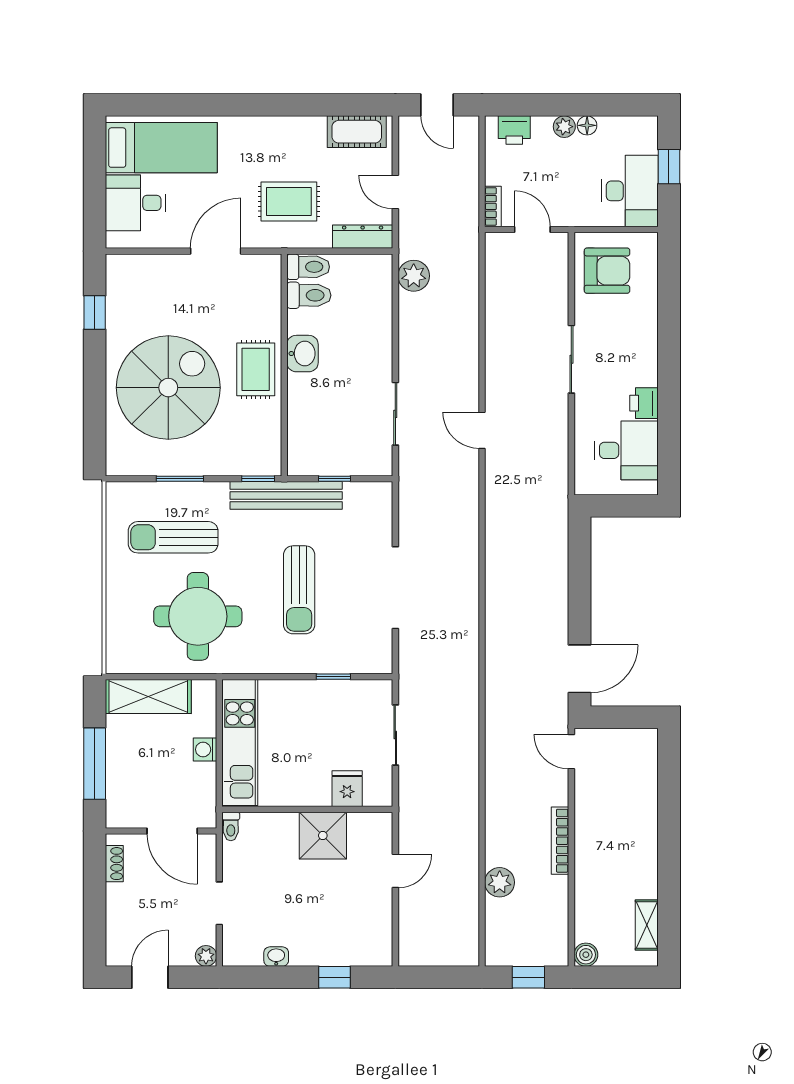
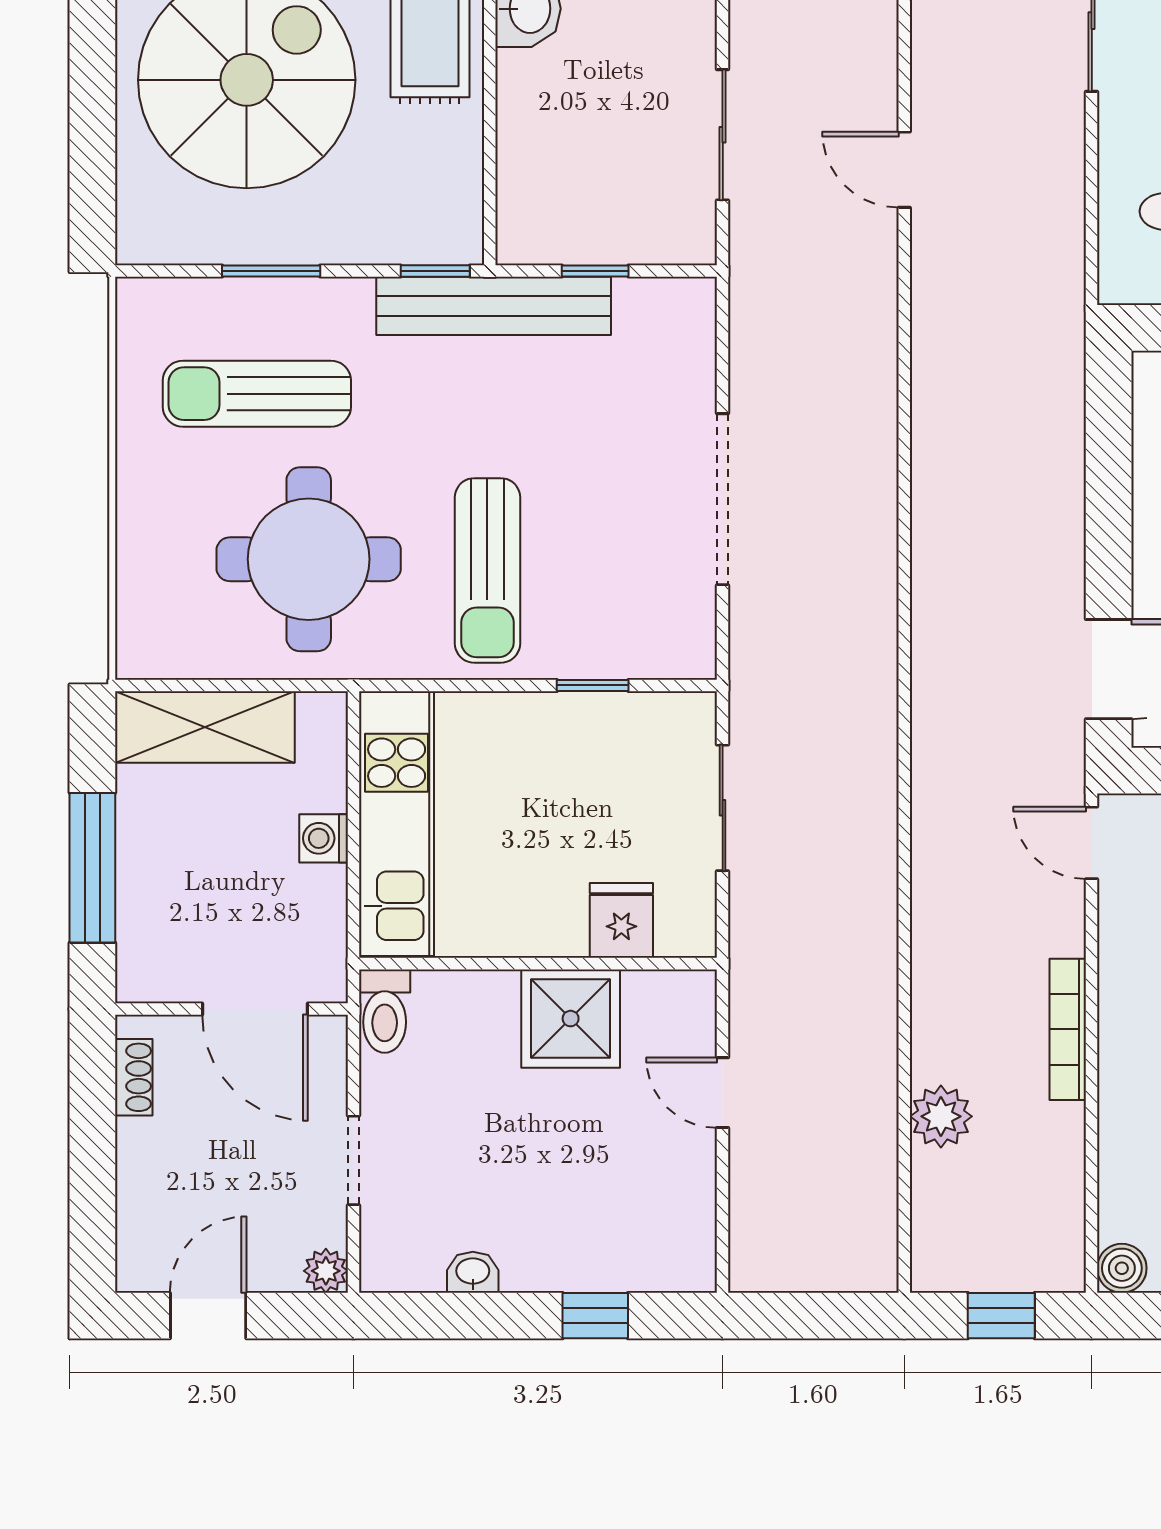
sun lounger: (299, 590) -> (487, 570), moved
toilet: (231, 826) -> (385, 1011), width x1.37, depth x1.39
door: (395, 871) -> (723, 1093), swing flipped

